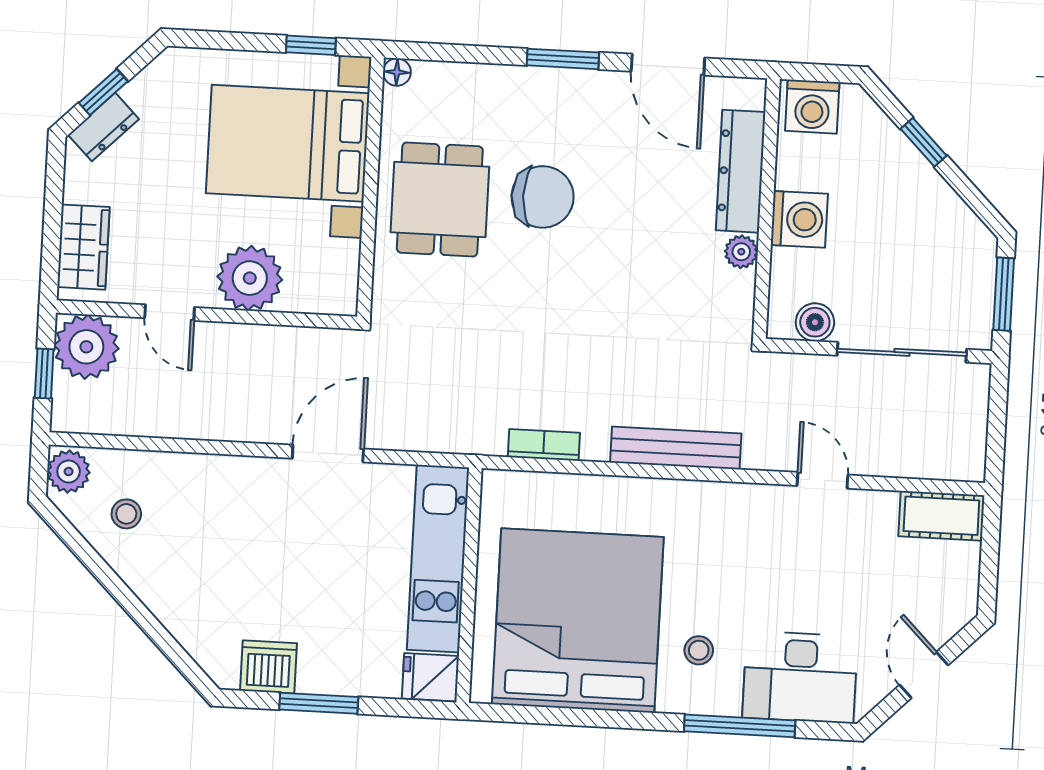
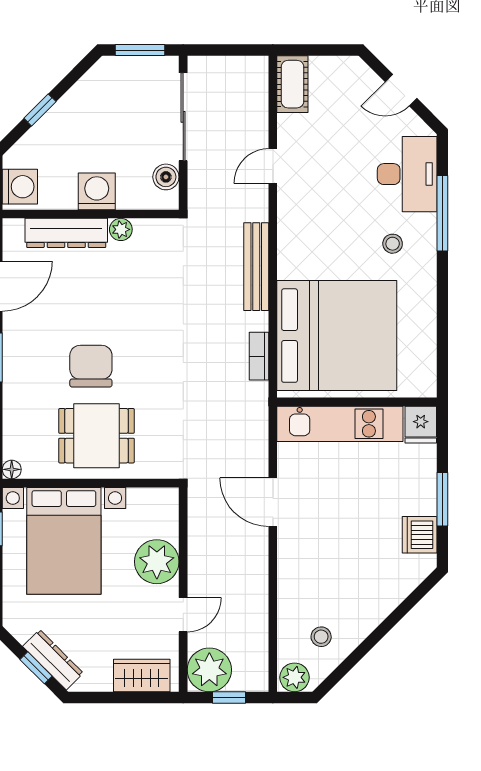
dresser: (104, 127) -> (53, 660), width x1.44
bed: (578, 621) -> (337, 336), moved, turned 180

